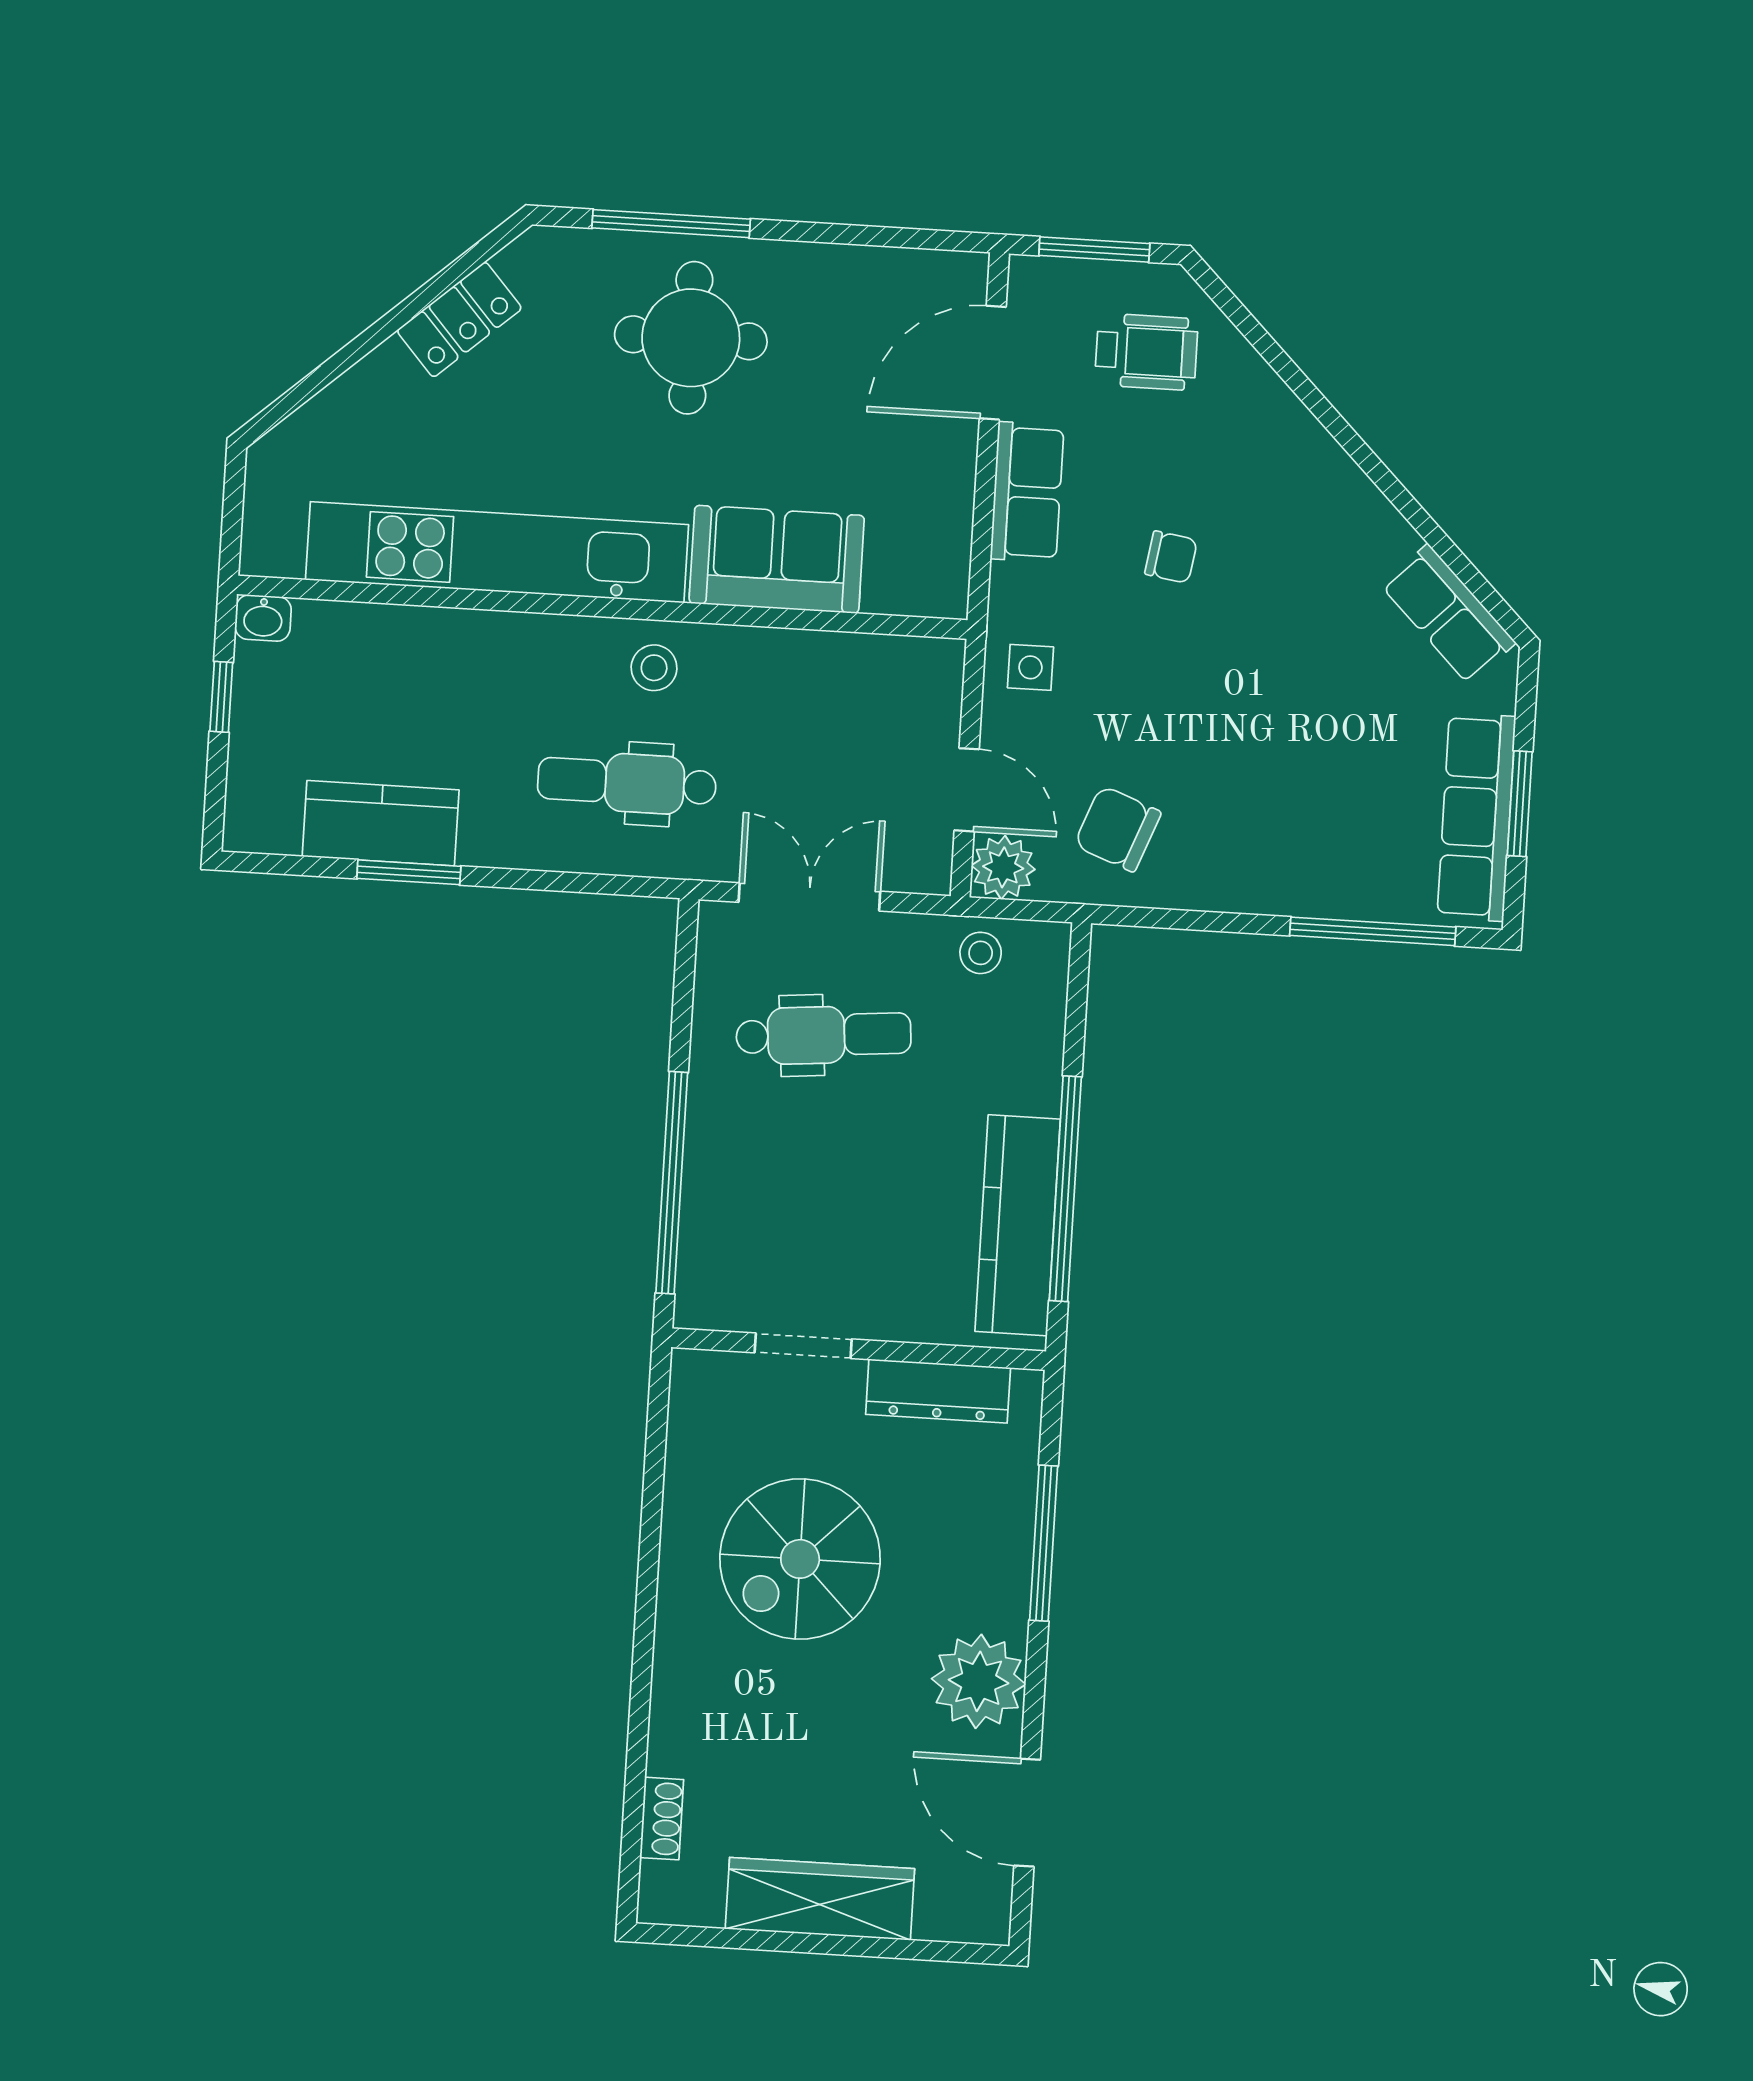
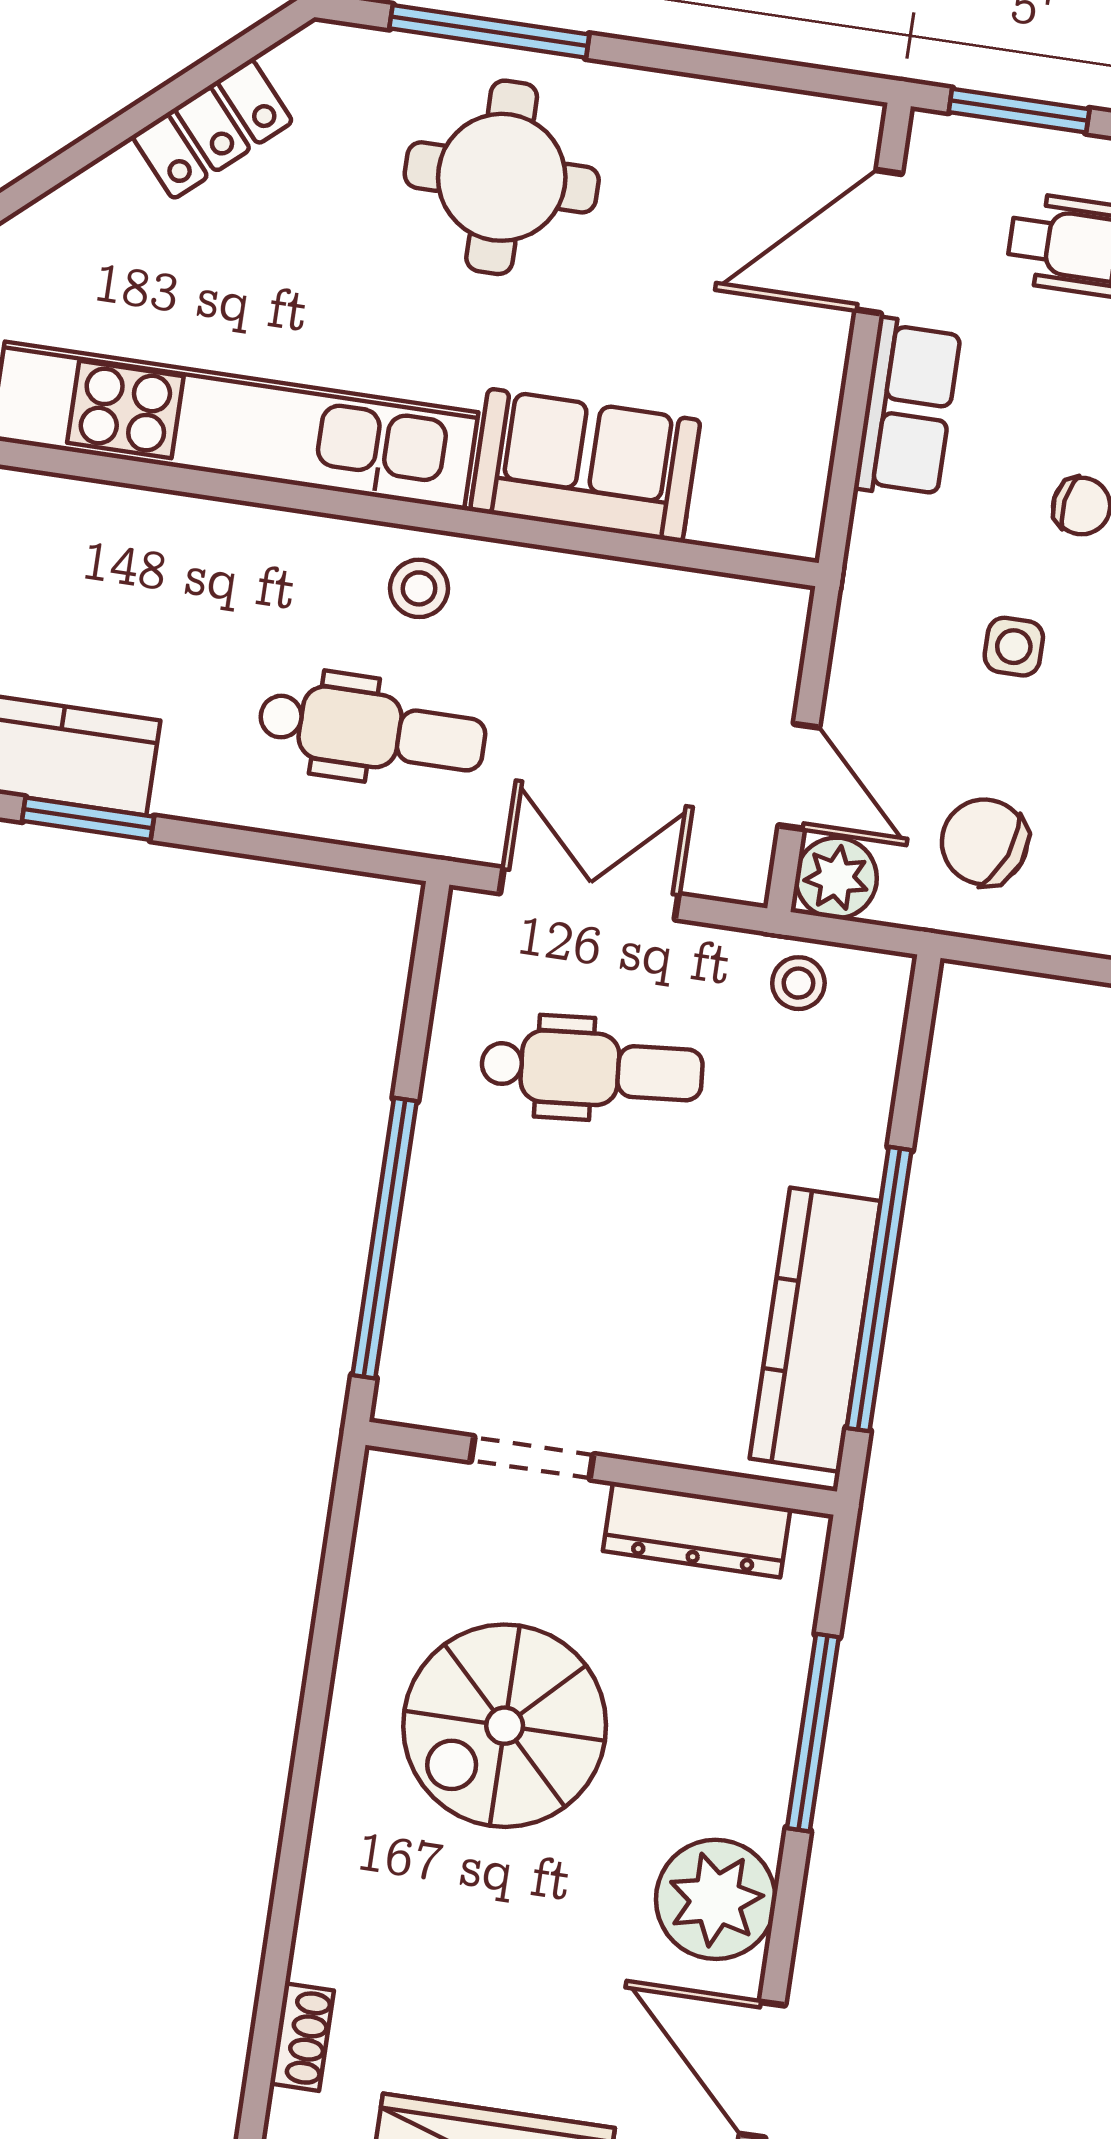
side table: (1030, 667) -> (1014, 647), moved
dental chair: (627, 783) -> (372, 730), turned 180

